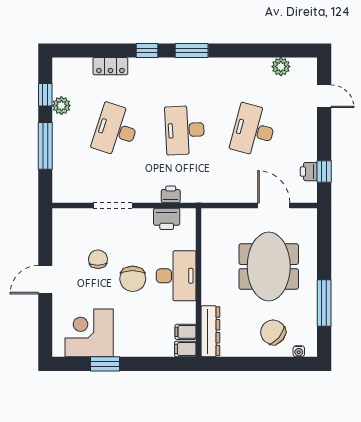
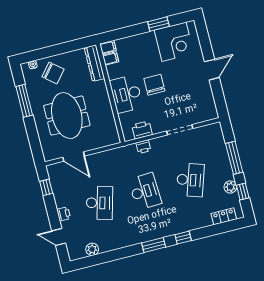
locker: (110, 66) -> (224, 216), moved
printer: (309, 172) -> (64, 214), moved
chair: (98, 259) -> (181, 92), removed

